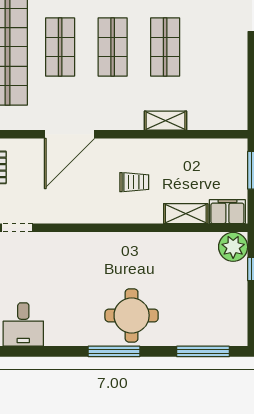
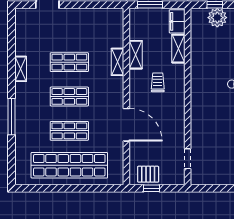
shelving: (176, 148) -> (136, 55), added
plant: (233, 247) -> (217, 18), moved

